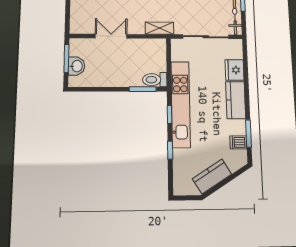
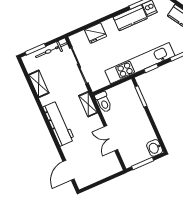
washbasin: (77, 66) -> (155, 148), moved, turned -90
toilet: (155, 80) -> (104, 102), moved
kitchen counter: (236, 100) -> (130, 18), moved

